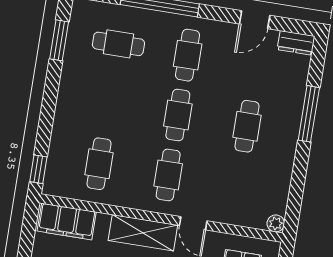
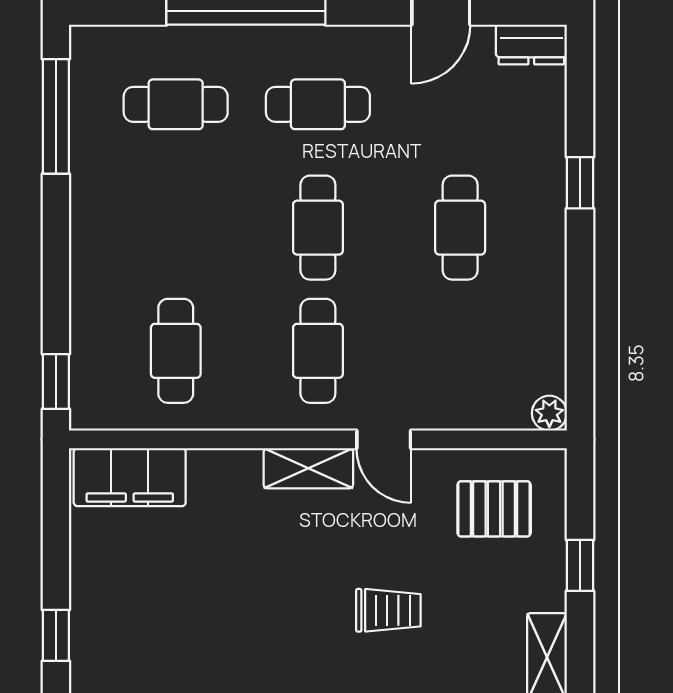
window: (59, 40) -> (56, 116), width x1.44
cafe table: (188, 55) -> (318, 104), turned 90
window: (309, 114) -> (580, 183), width x0.46
shelving: (143, 233) -> (308, 468), width x0.67, depth x0.75

